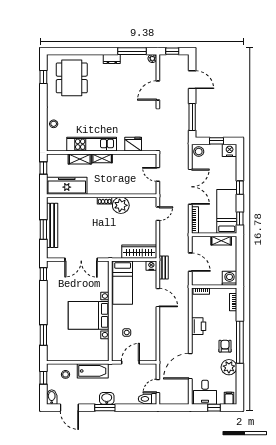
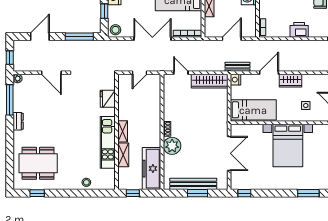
plant: (121, 205) -> (172, 146), moved
wardrobe: (139, 252) -> (210, 81), moved, turned -90
wardrobe: (150, 318) -> (290, 81), added

